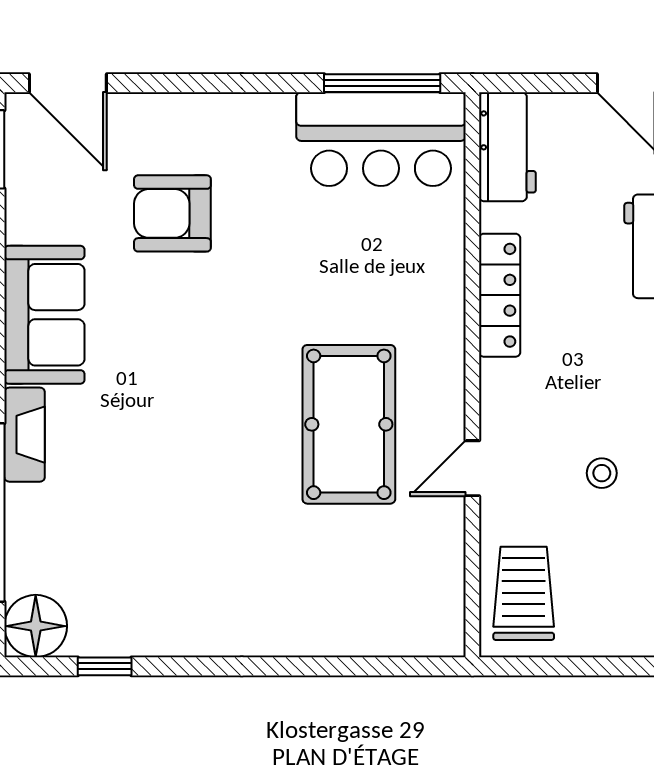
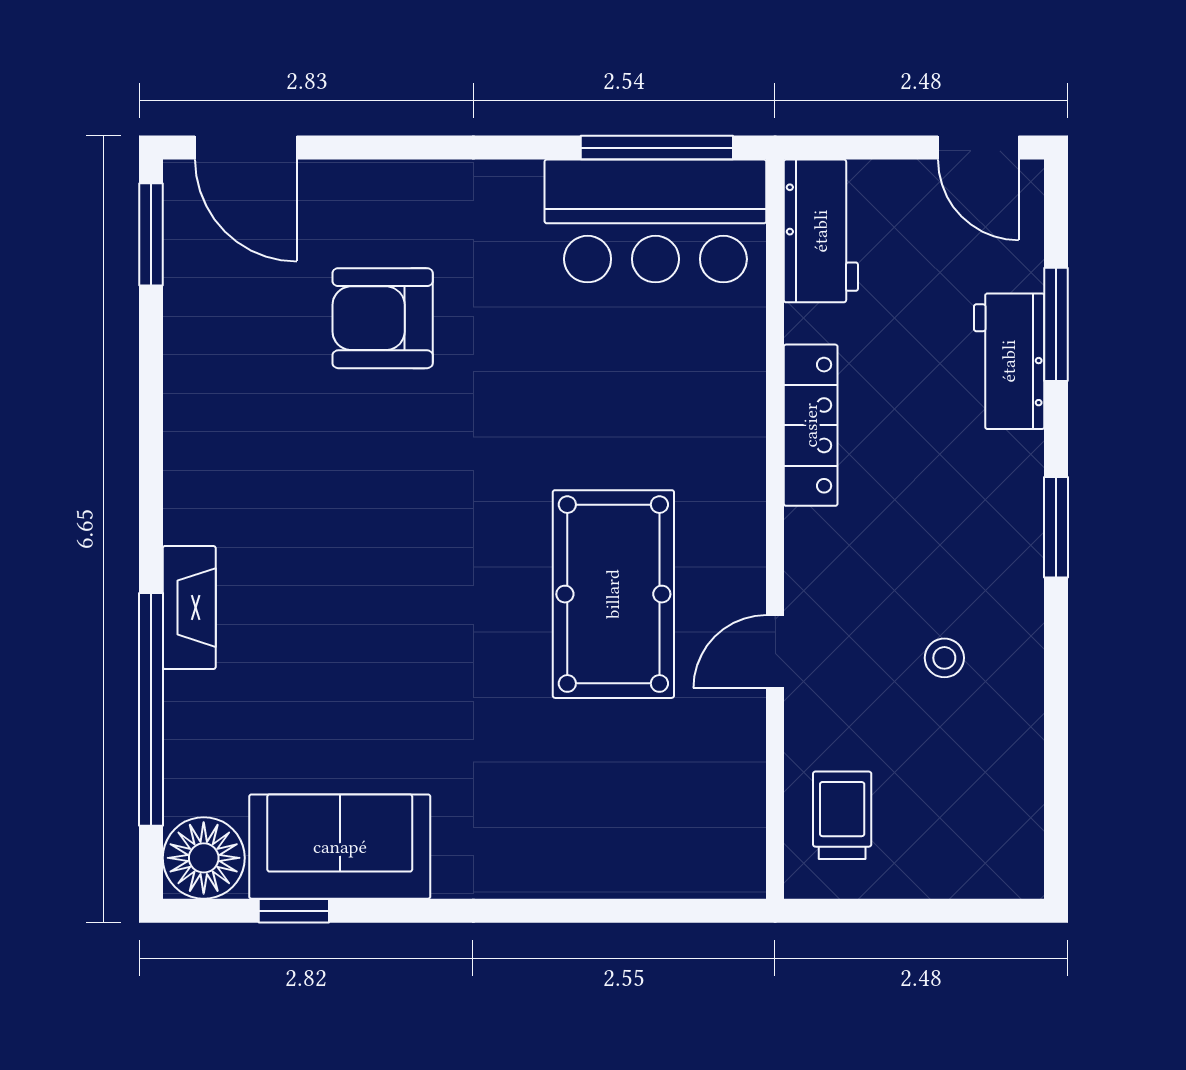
sofa: (44, 315) -> (340, 847), moved, turned -90
trolley: (524, 593) -> (842, 815), width x0.73, depth x0.72

